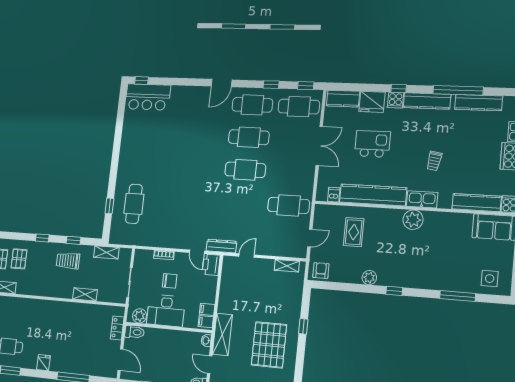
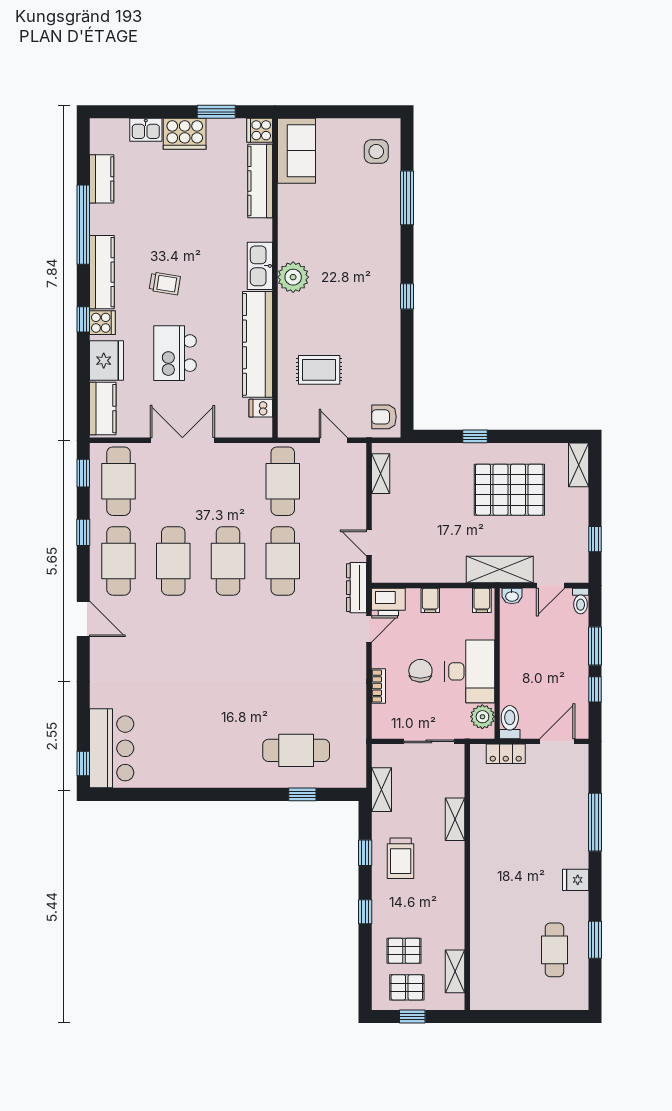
kitchen counter: (479, 103) -> (102, 179), width x0.67
trolley: (434, 161) -> (165, 283), moved
cafe table: (242, 203) -> (283, 561), added
plant: (369, 278) -> (389, 338), removed
filing cabinet: (207, 309) -> (430, 600), moved

